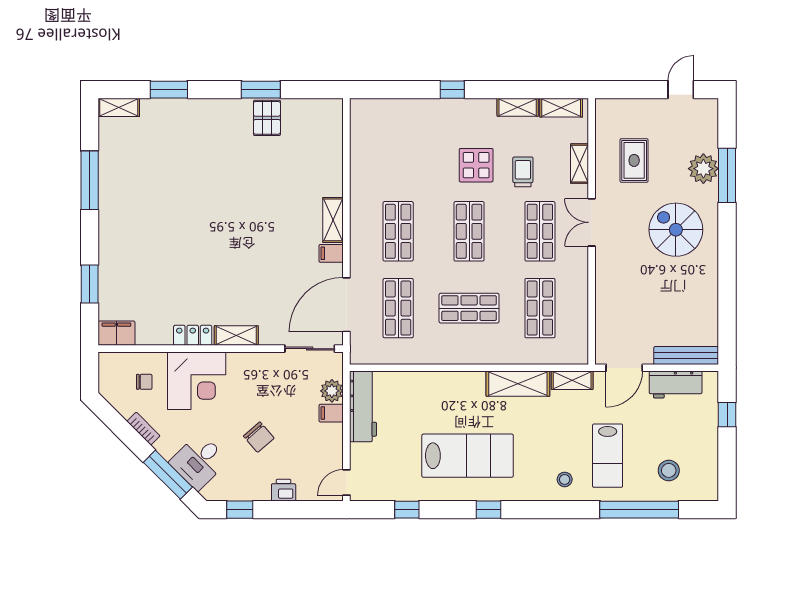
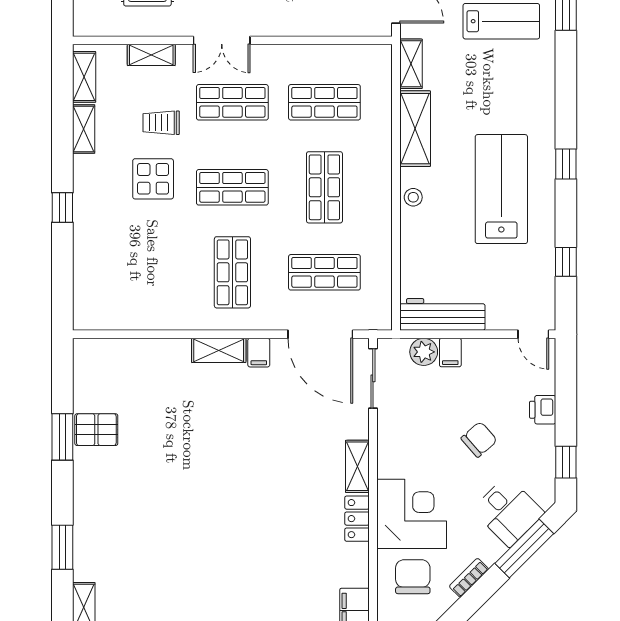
shop shelf: (398, 231) -> (232, 272), turned 90
chair: (144, 382) -> (413, 577), width x1.87, depth x1.87
stool: (565, 479) -> (413, 197), moved

